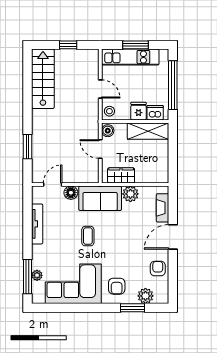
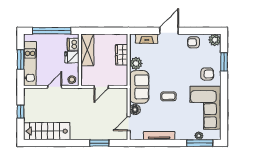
boiler: (108, 131) -> (87, 81), removed
wardrobe: (121, 175) -> (122, 55), moved
door: (53, 185) -> (129, 124), hinge flipped
door: (173, 237) -> (169, 31), swing flipped
plant: (145, 296) -> (215, 40), moved

